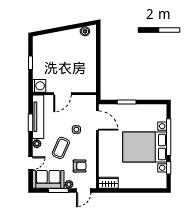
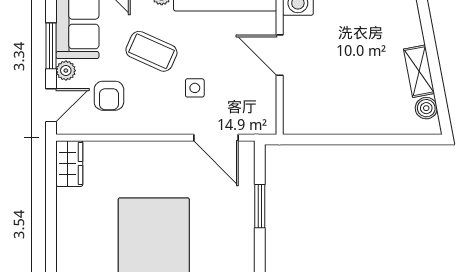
shelving: (69, 34) -> (419, 71), added
door: (97, 121) -> (216, 138), hinge flipped
door: (84, 191) -> (51, 105), swing flipped

